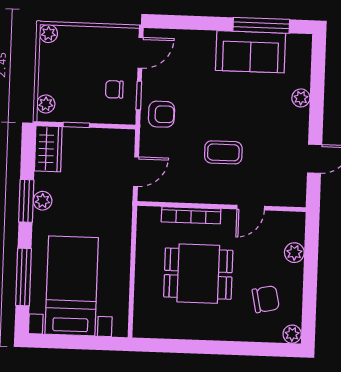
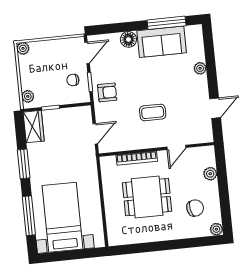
floor lamp: (203, 42) -> (128, 39), added
plant: (43, 201) -> (35, 162), removed

